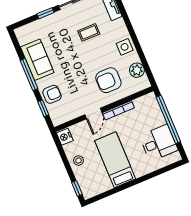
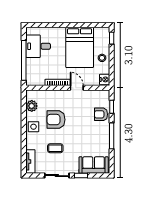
sofa: (37, 60) -> (94, 165), moved, turned 90
armchair: (108, 80) -> (56, 120), moved, turned 180
door: (93, 114) -> (77, 88), hinge flipped
bed: (115, 160) -> (80, 47), width x1.50

